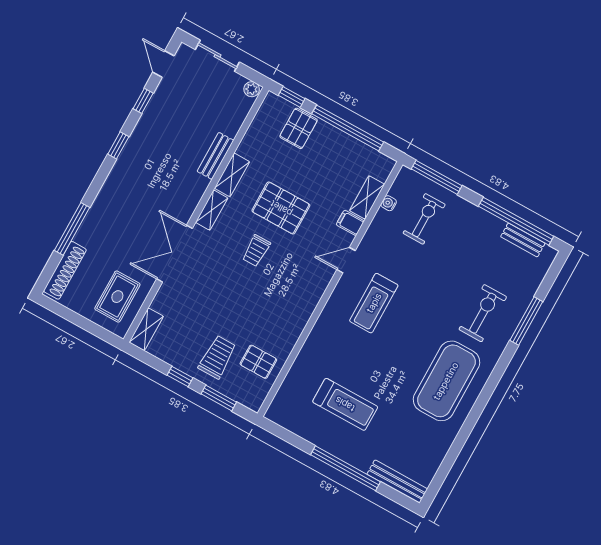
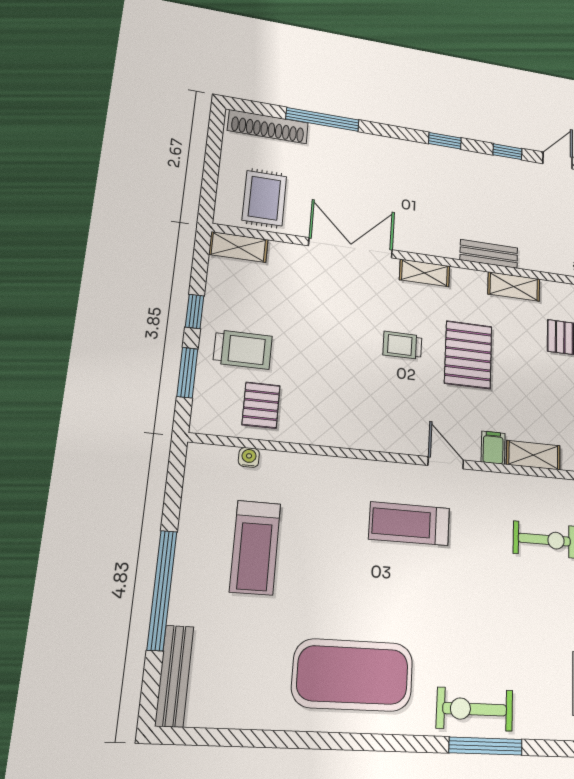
shelving: (232, 175) -> (514, 286), moved
water cooler: (389, 203) -> (249, 457), moved
rug: (117, 297) -> (264, 198), turned 90
exercise bike: (483, 313) -> (475, 709), moved, turned 180

